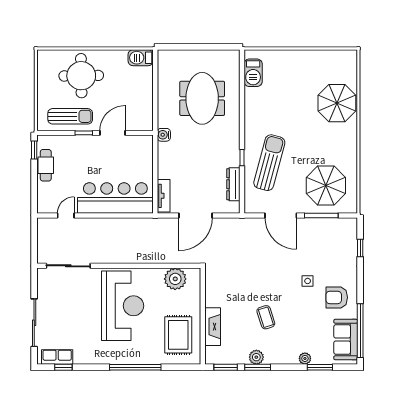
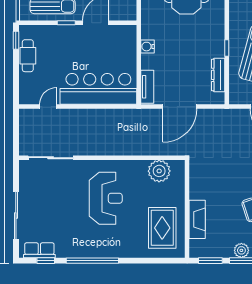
water cooler: (164, 135) -> (148, 47), moved
reception desk: (123, 306) -> (106, 198), width x0.74, depth x0.77
window: (135, 367) -> (92, 261), moved

